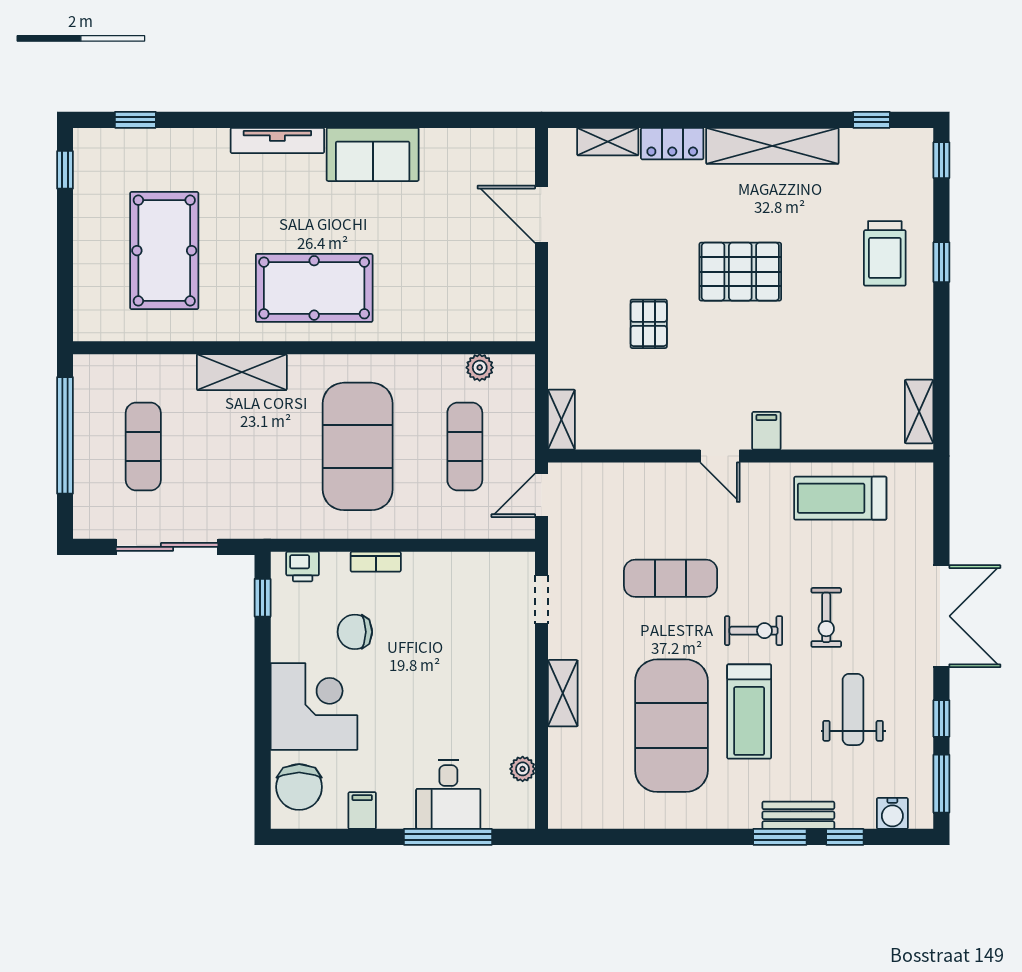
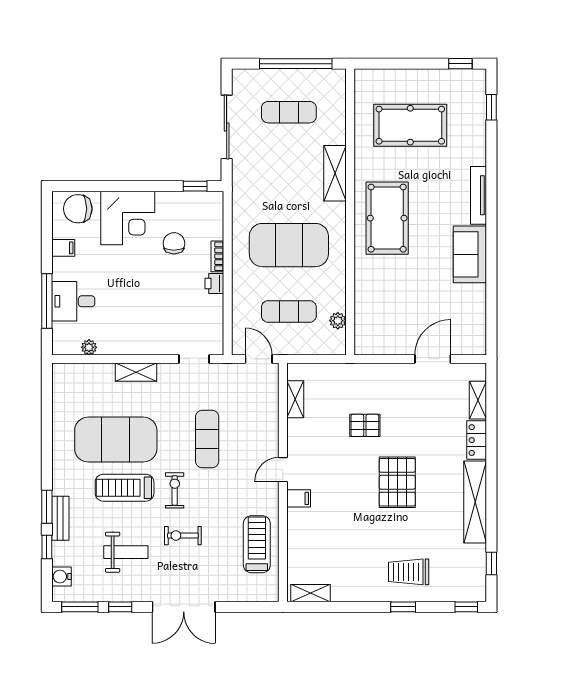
shelving: (561, 420) -> (295, 399), moved, turned 90
printer: (303, 567) -> (214, 284), moved
exercise bike: (754, 631) -> (175, 490), turned 180

